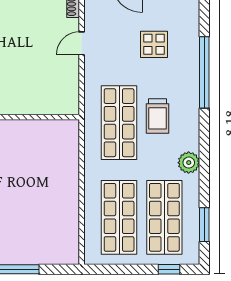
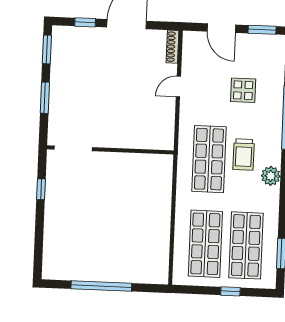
plant: (189, 163) -> (271, 176), moved
window: (169, 269) -> (230, 291), moved

